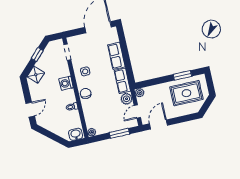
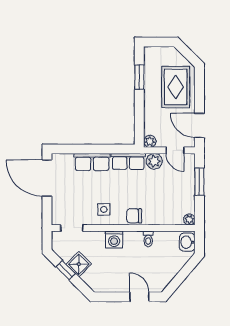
shower: (36, 75) -> (79, 264), moved
rug: (186, 93) -> (176, 87), moved

